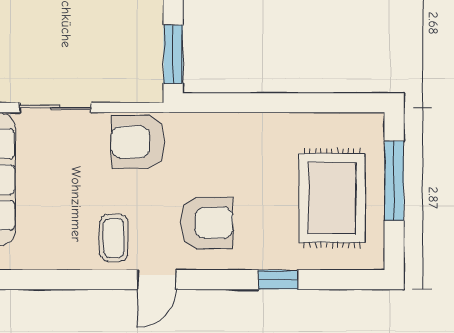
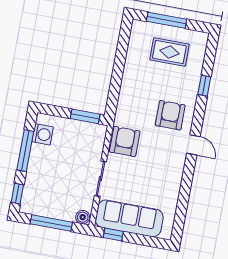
armchair: (138, 142) -> (125, 141), turned 180
rug: (332, 198) -> (169, 52), width x0.73, depth x0.70
coffee table: (114, 238) -> (169, 162), removed

